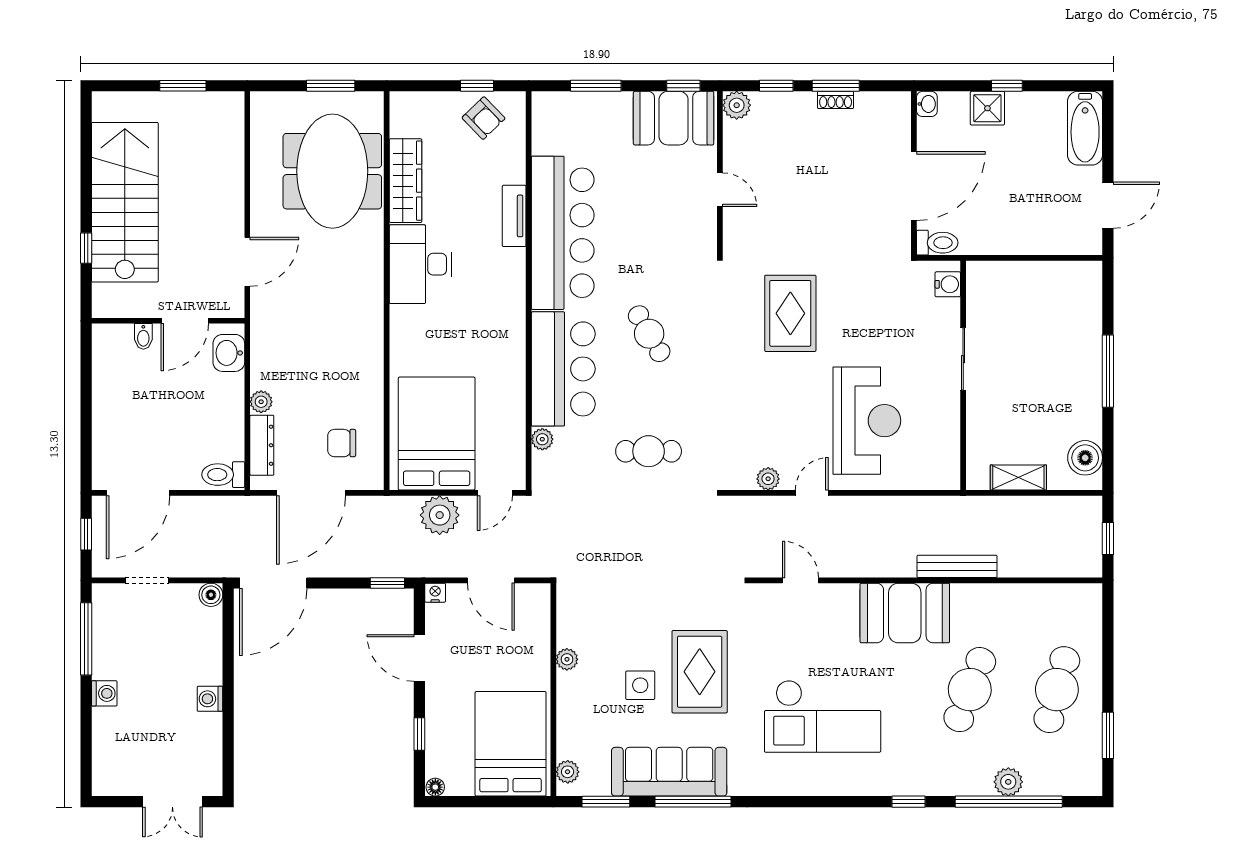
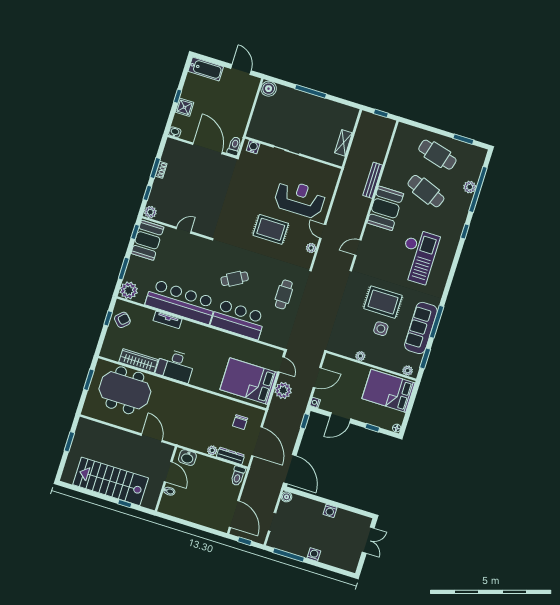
rug: (790, 313) -> (271, 229), moved
plant: (542, 439) -> (129, 290), moved, width x1.87, depth x1.87
boiler: (1085, 458) -> (269, 89), moved

